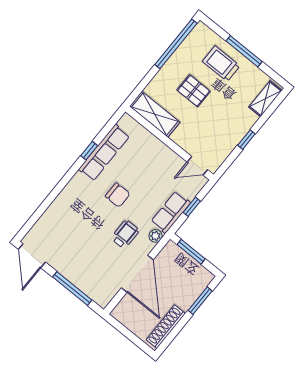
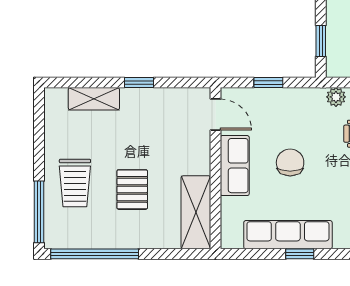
window: (244, 51) -> (39, 212), moved
shelving: (265, 99) -> (94, 99), moved
chair: (118, 195) -> (290, 163), moved
row of seats: (171, 212) -> (235, 166), moved, turned -90
window: (191, 252) -> (321, 41), width x0.67

